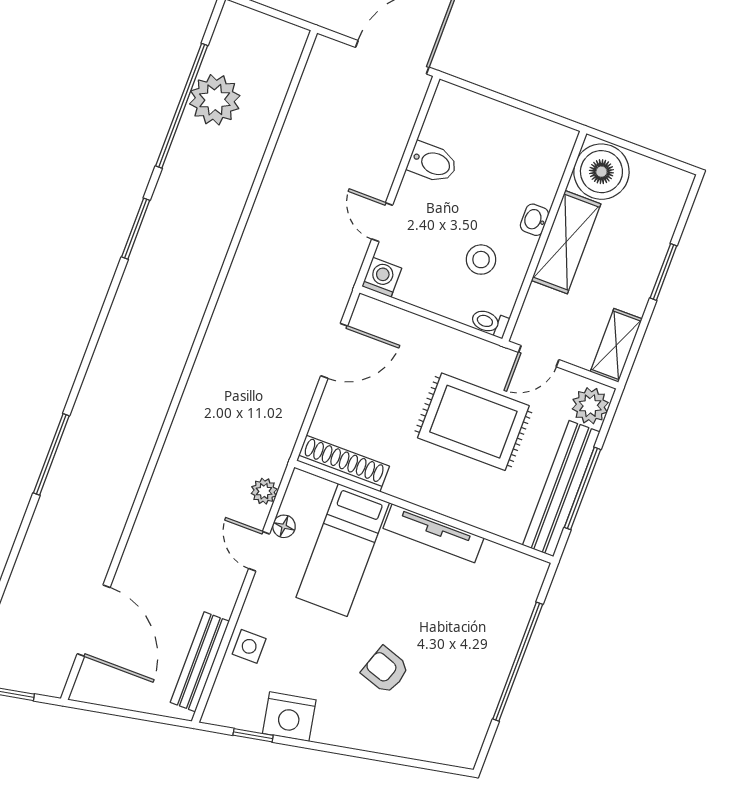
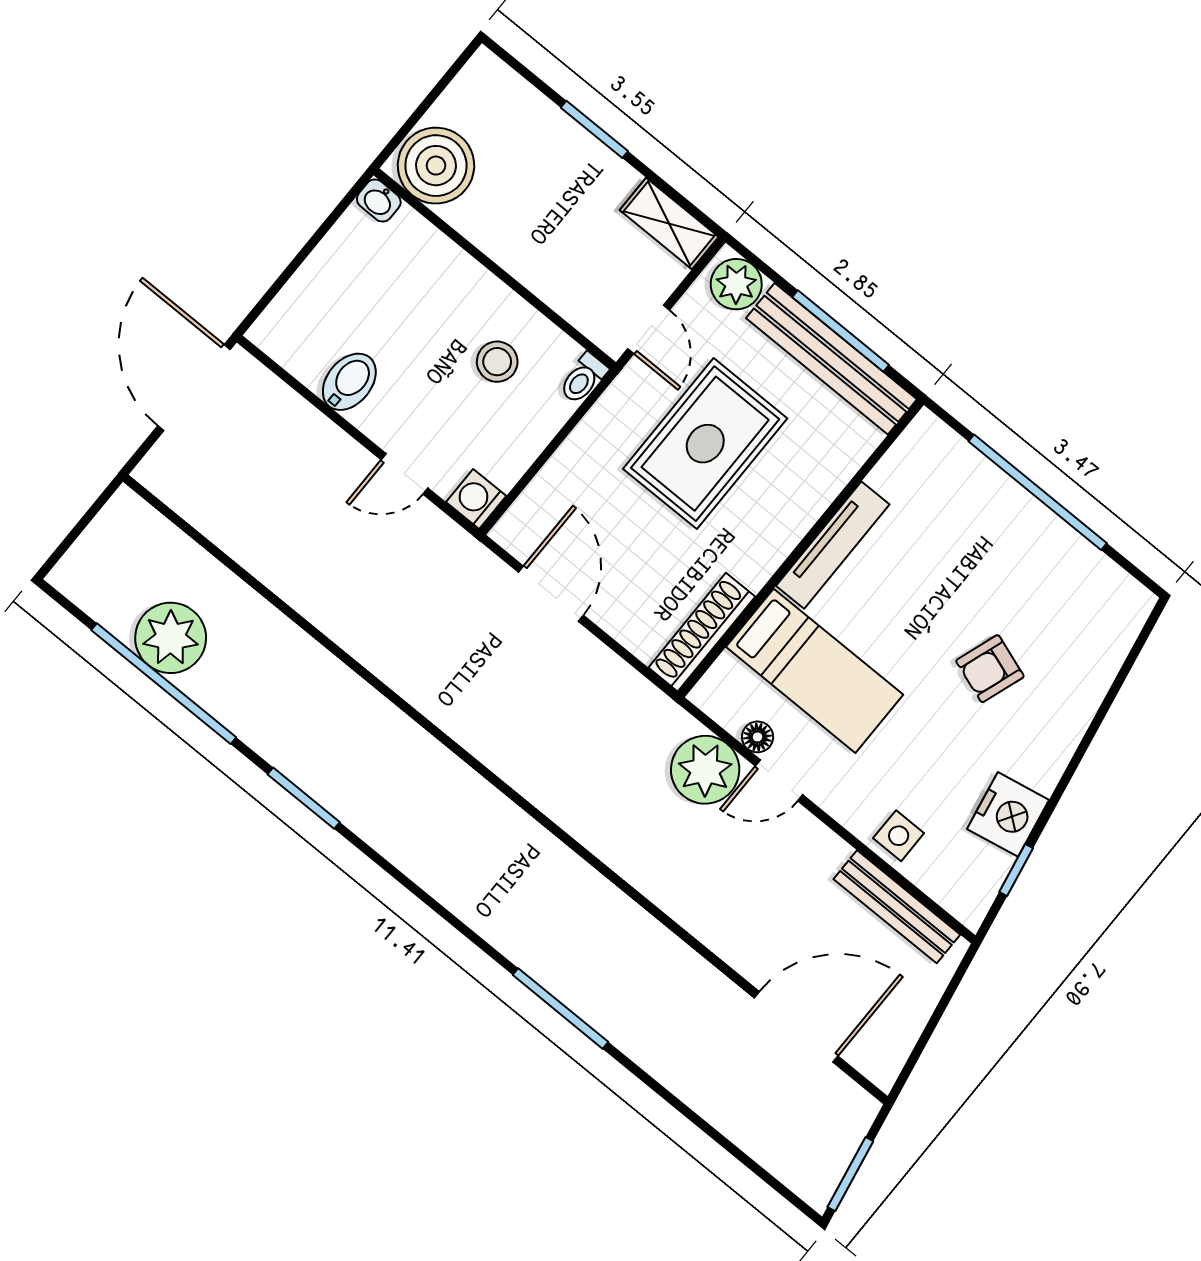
washbasin: (534, 220) -> (379, 200), moved
shelving: (566, 242) -> (512, 243), removed
plant: (264, 491) -> (705, 770), width x1.87, depth x1.87

